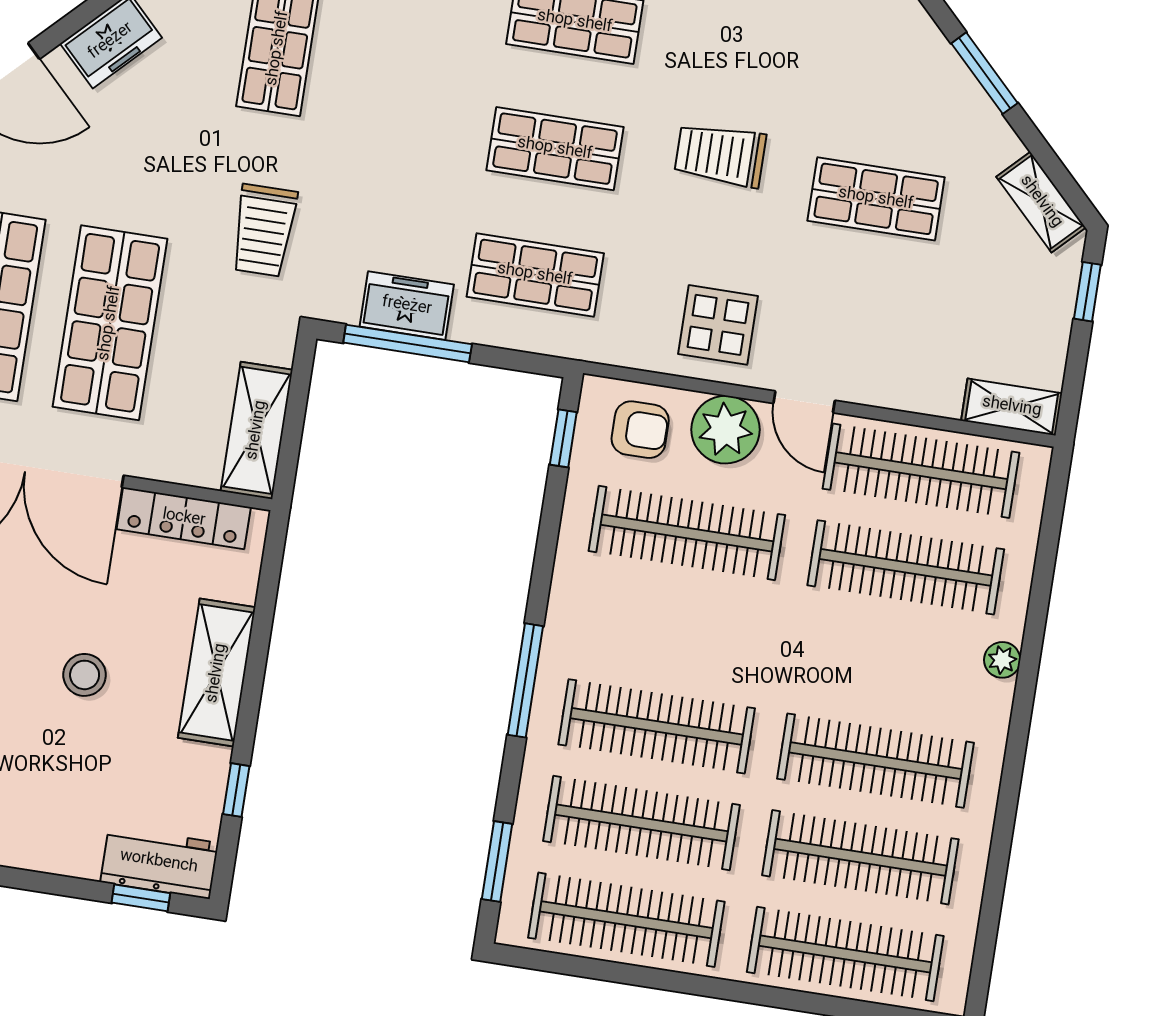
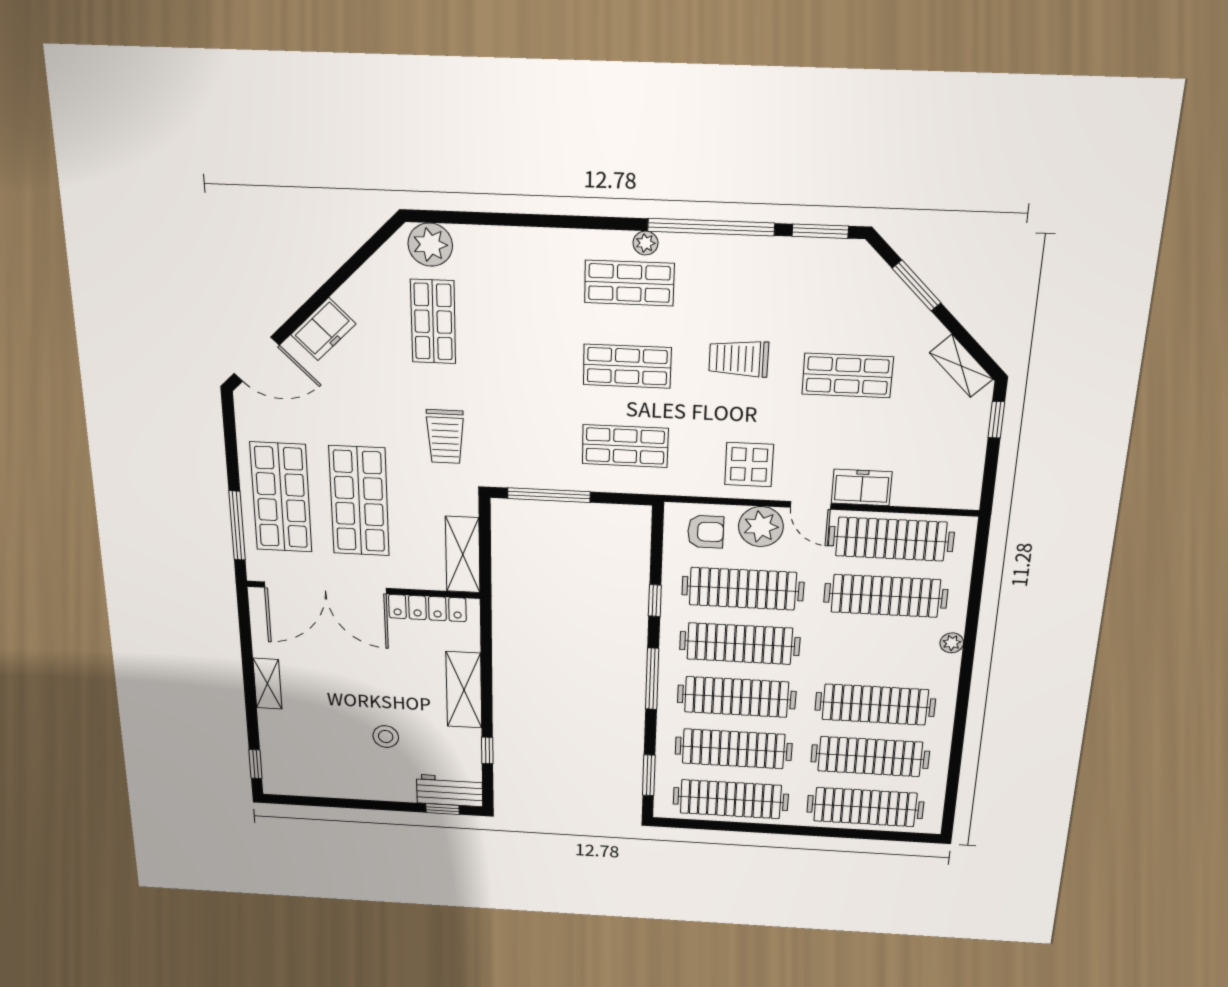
freezer: (407, 306) -> (862, 487), moved
shelving: (1012, 407) -> (949, 496), removed
window: (563, 438) -> (655, 601), moved
clothes rail: (672, 630) -> (740, 644), added
stool: (85, 675) -> (386, 737), moved

